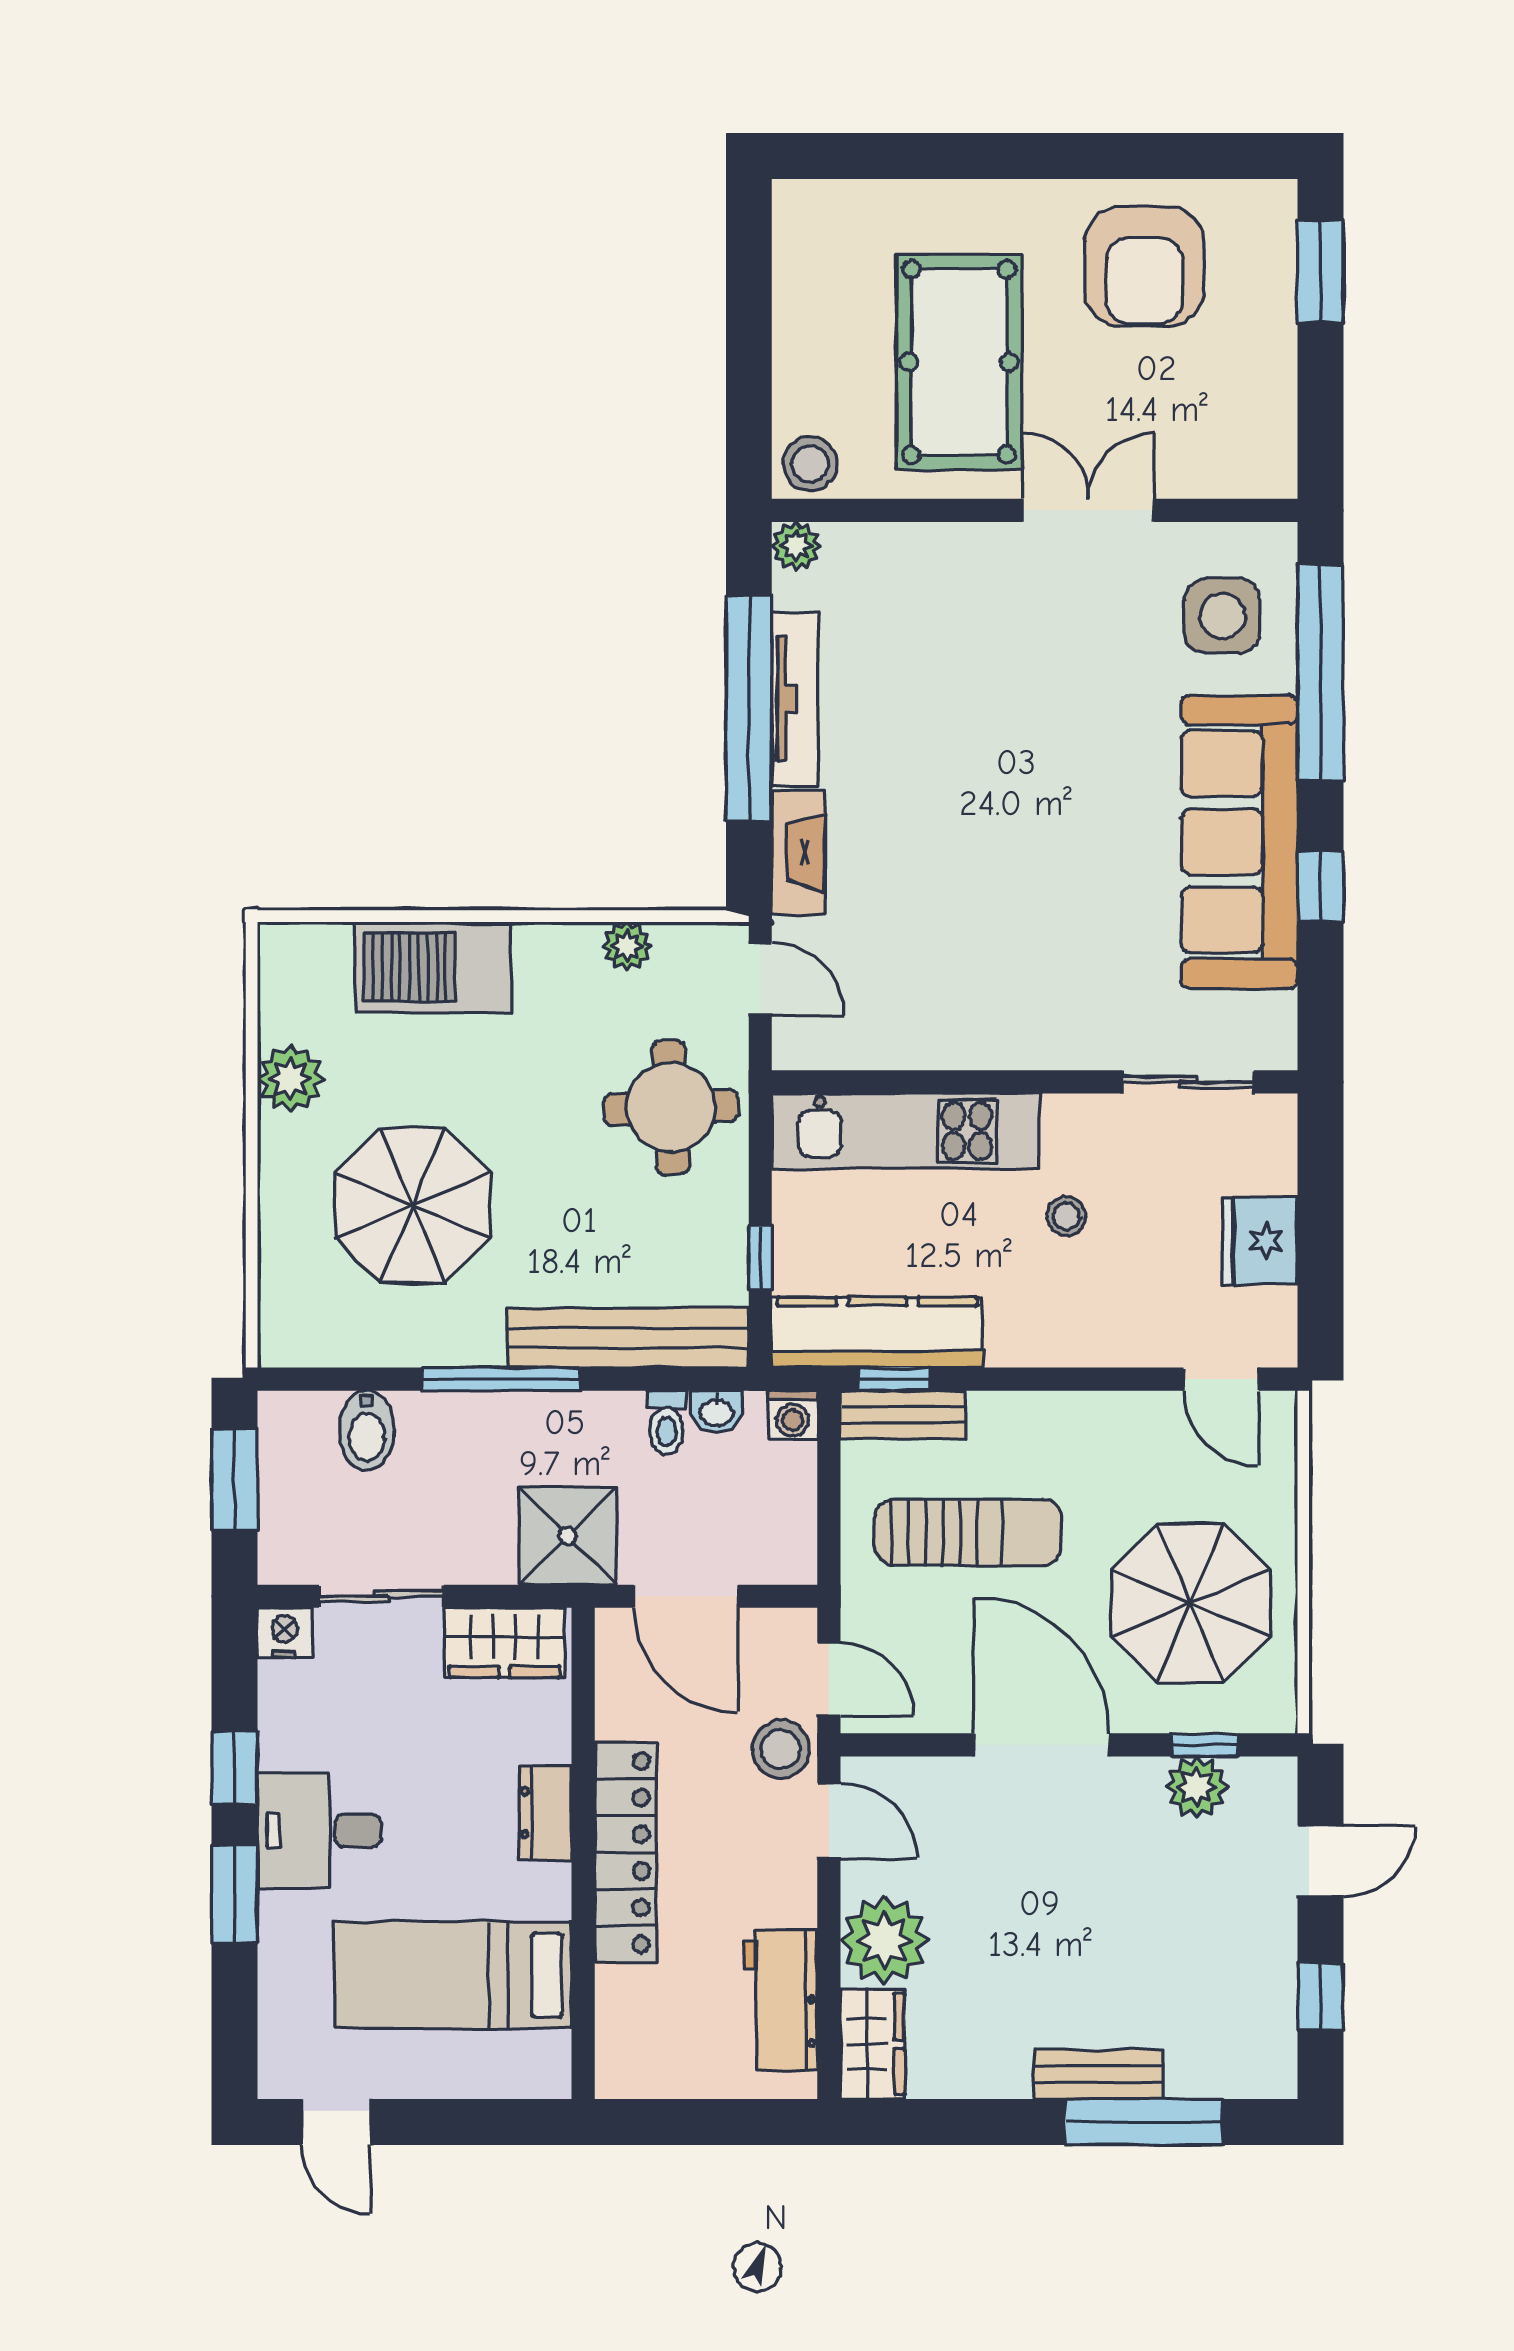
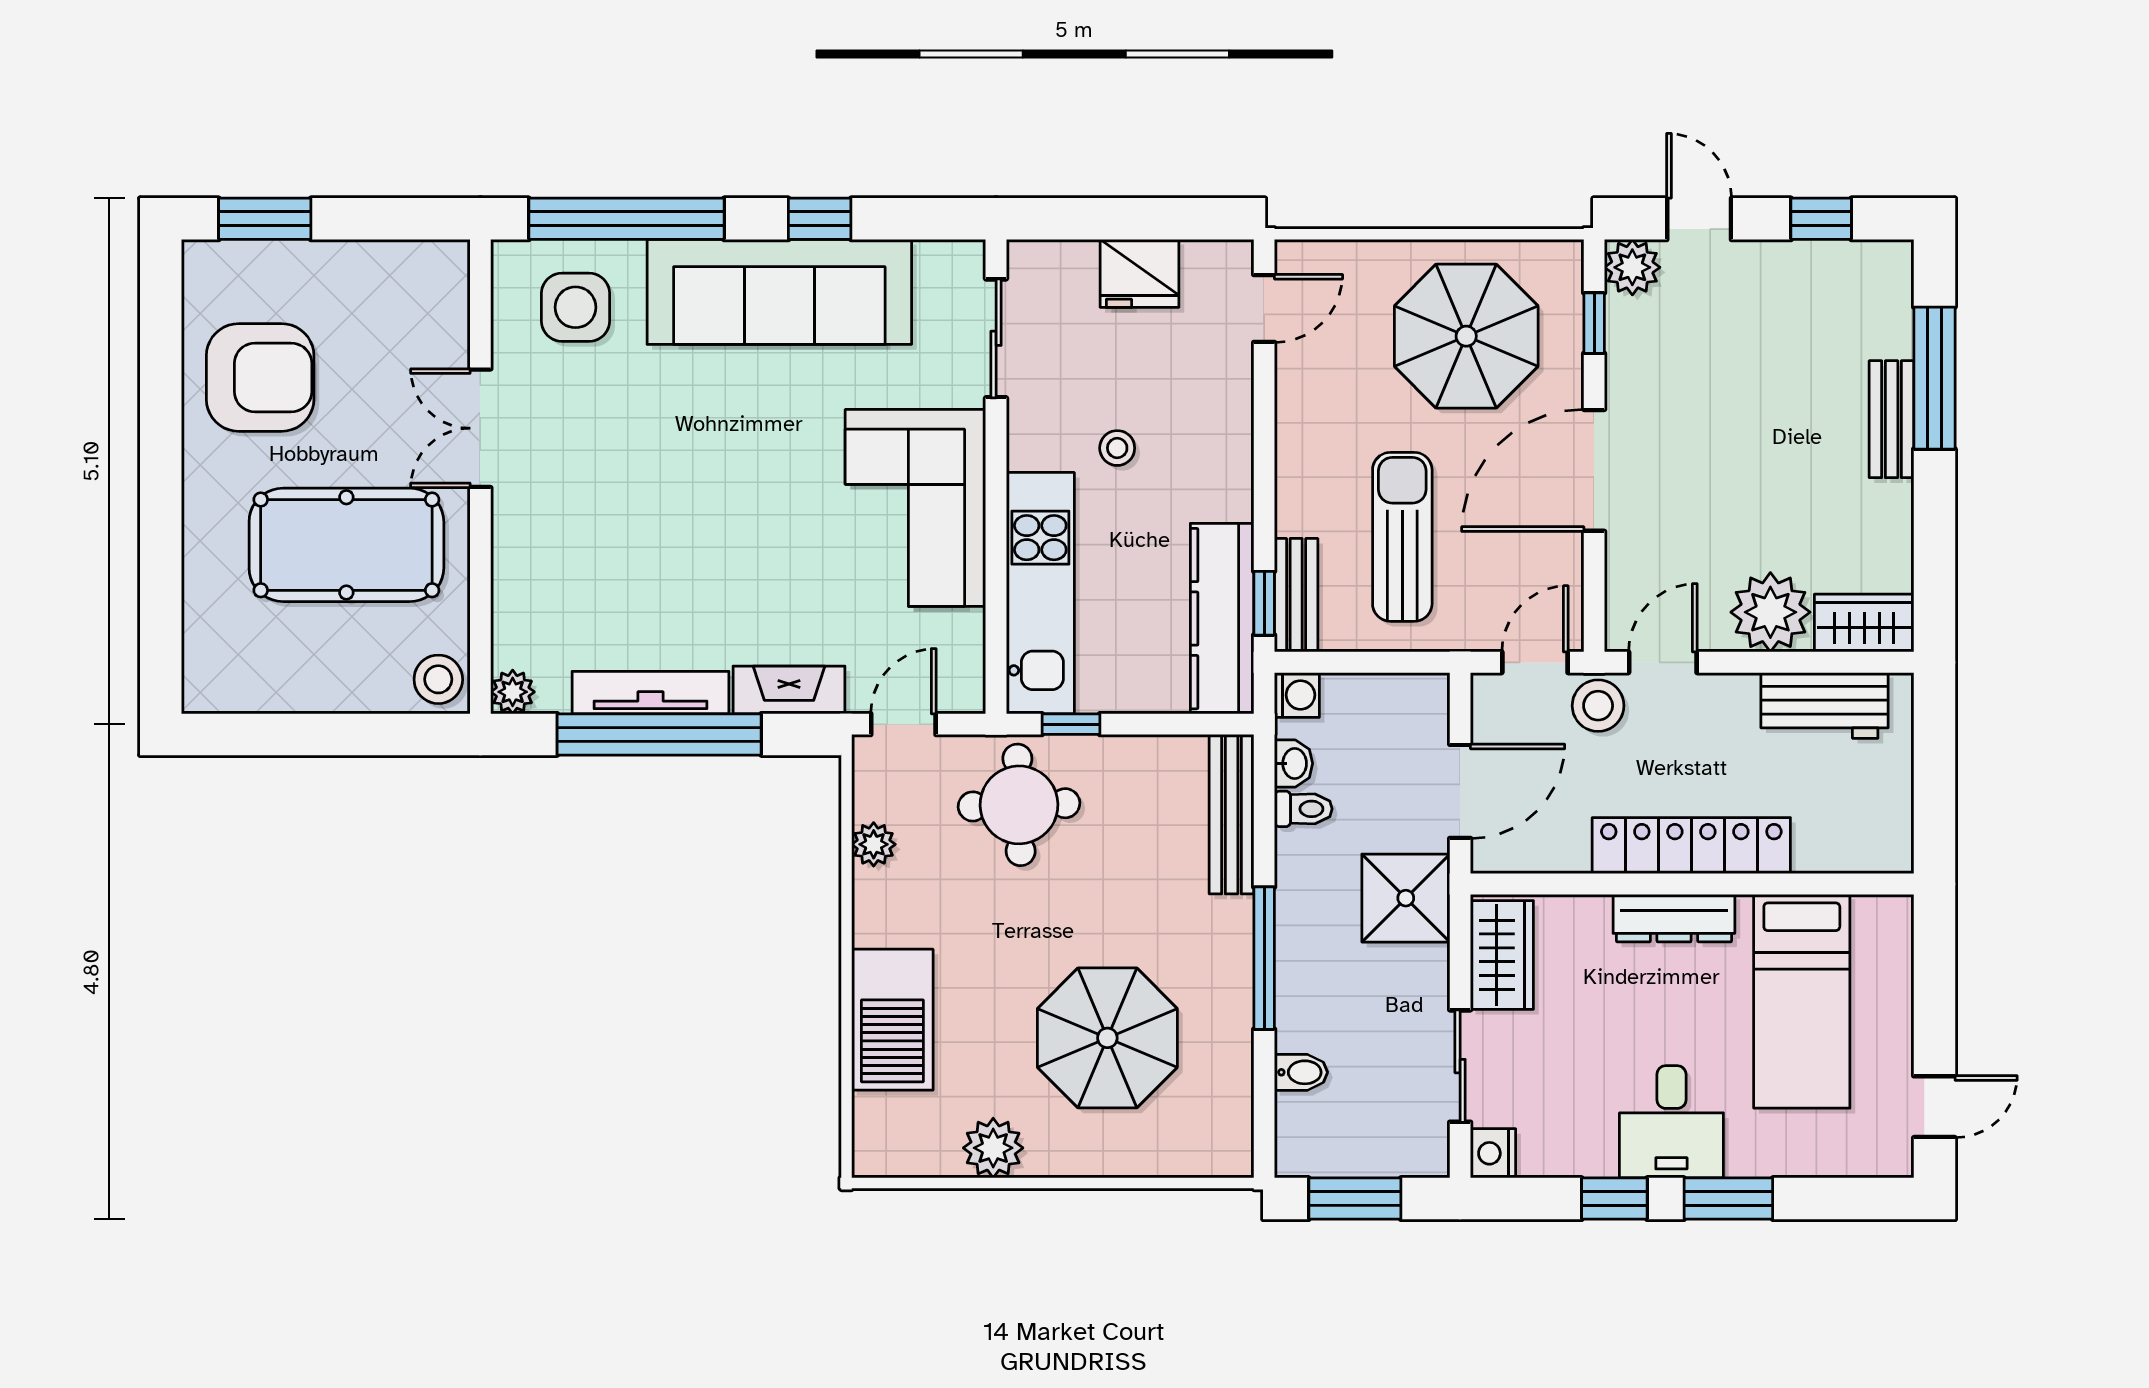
corner sofa: (1000, 993) -> (915, 508), added
window: (760, 1258) -> (1071, 724), moved
bench: (628, 1338) -> (1232, 814), width x0.73, depth x0.82
bidet: (367, 1431) -> (1301, 1072), width x0.72, depth x0.74
plant: (1197, 1787) -> (1632, 267), moved
dresser: (545, 1813) -> (1674, 918), width x1.44

